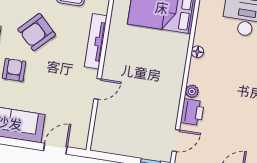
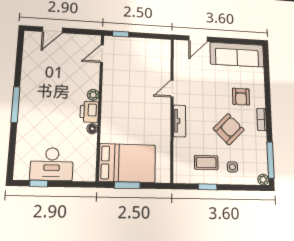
tv unit: (96, 41) -> (179, 121), width x0.71
printer: (192, 112) -> (89, 112), moved

